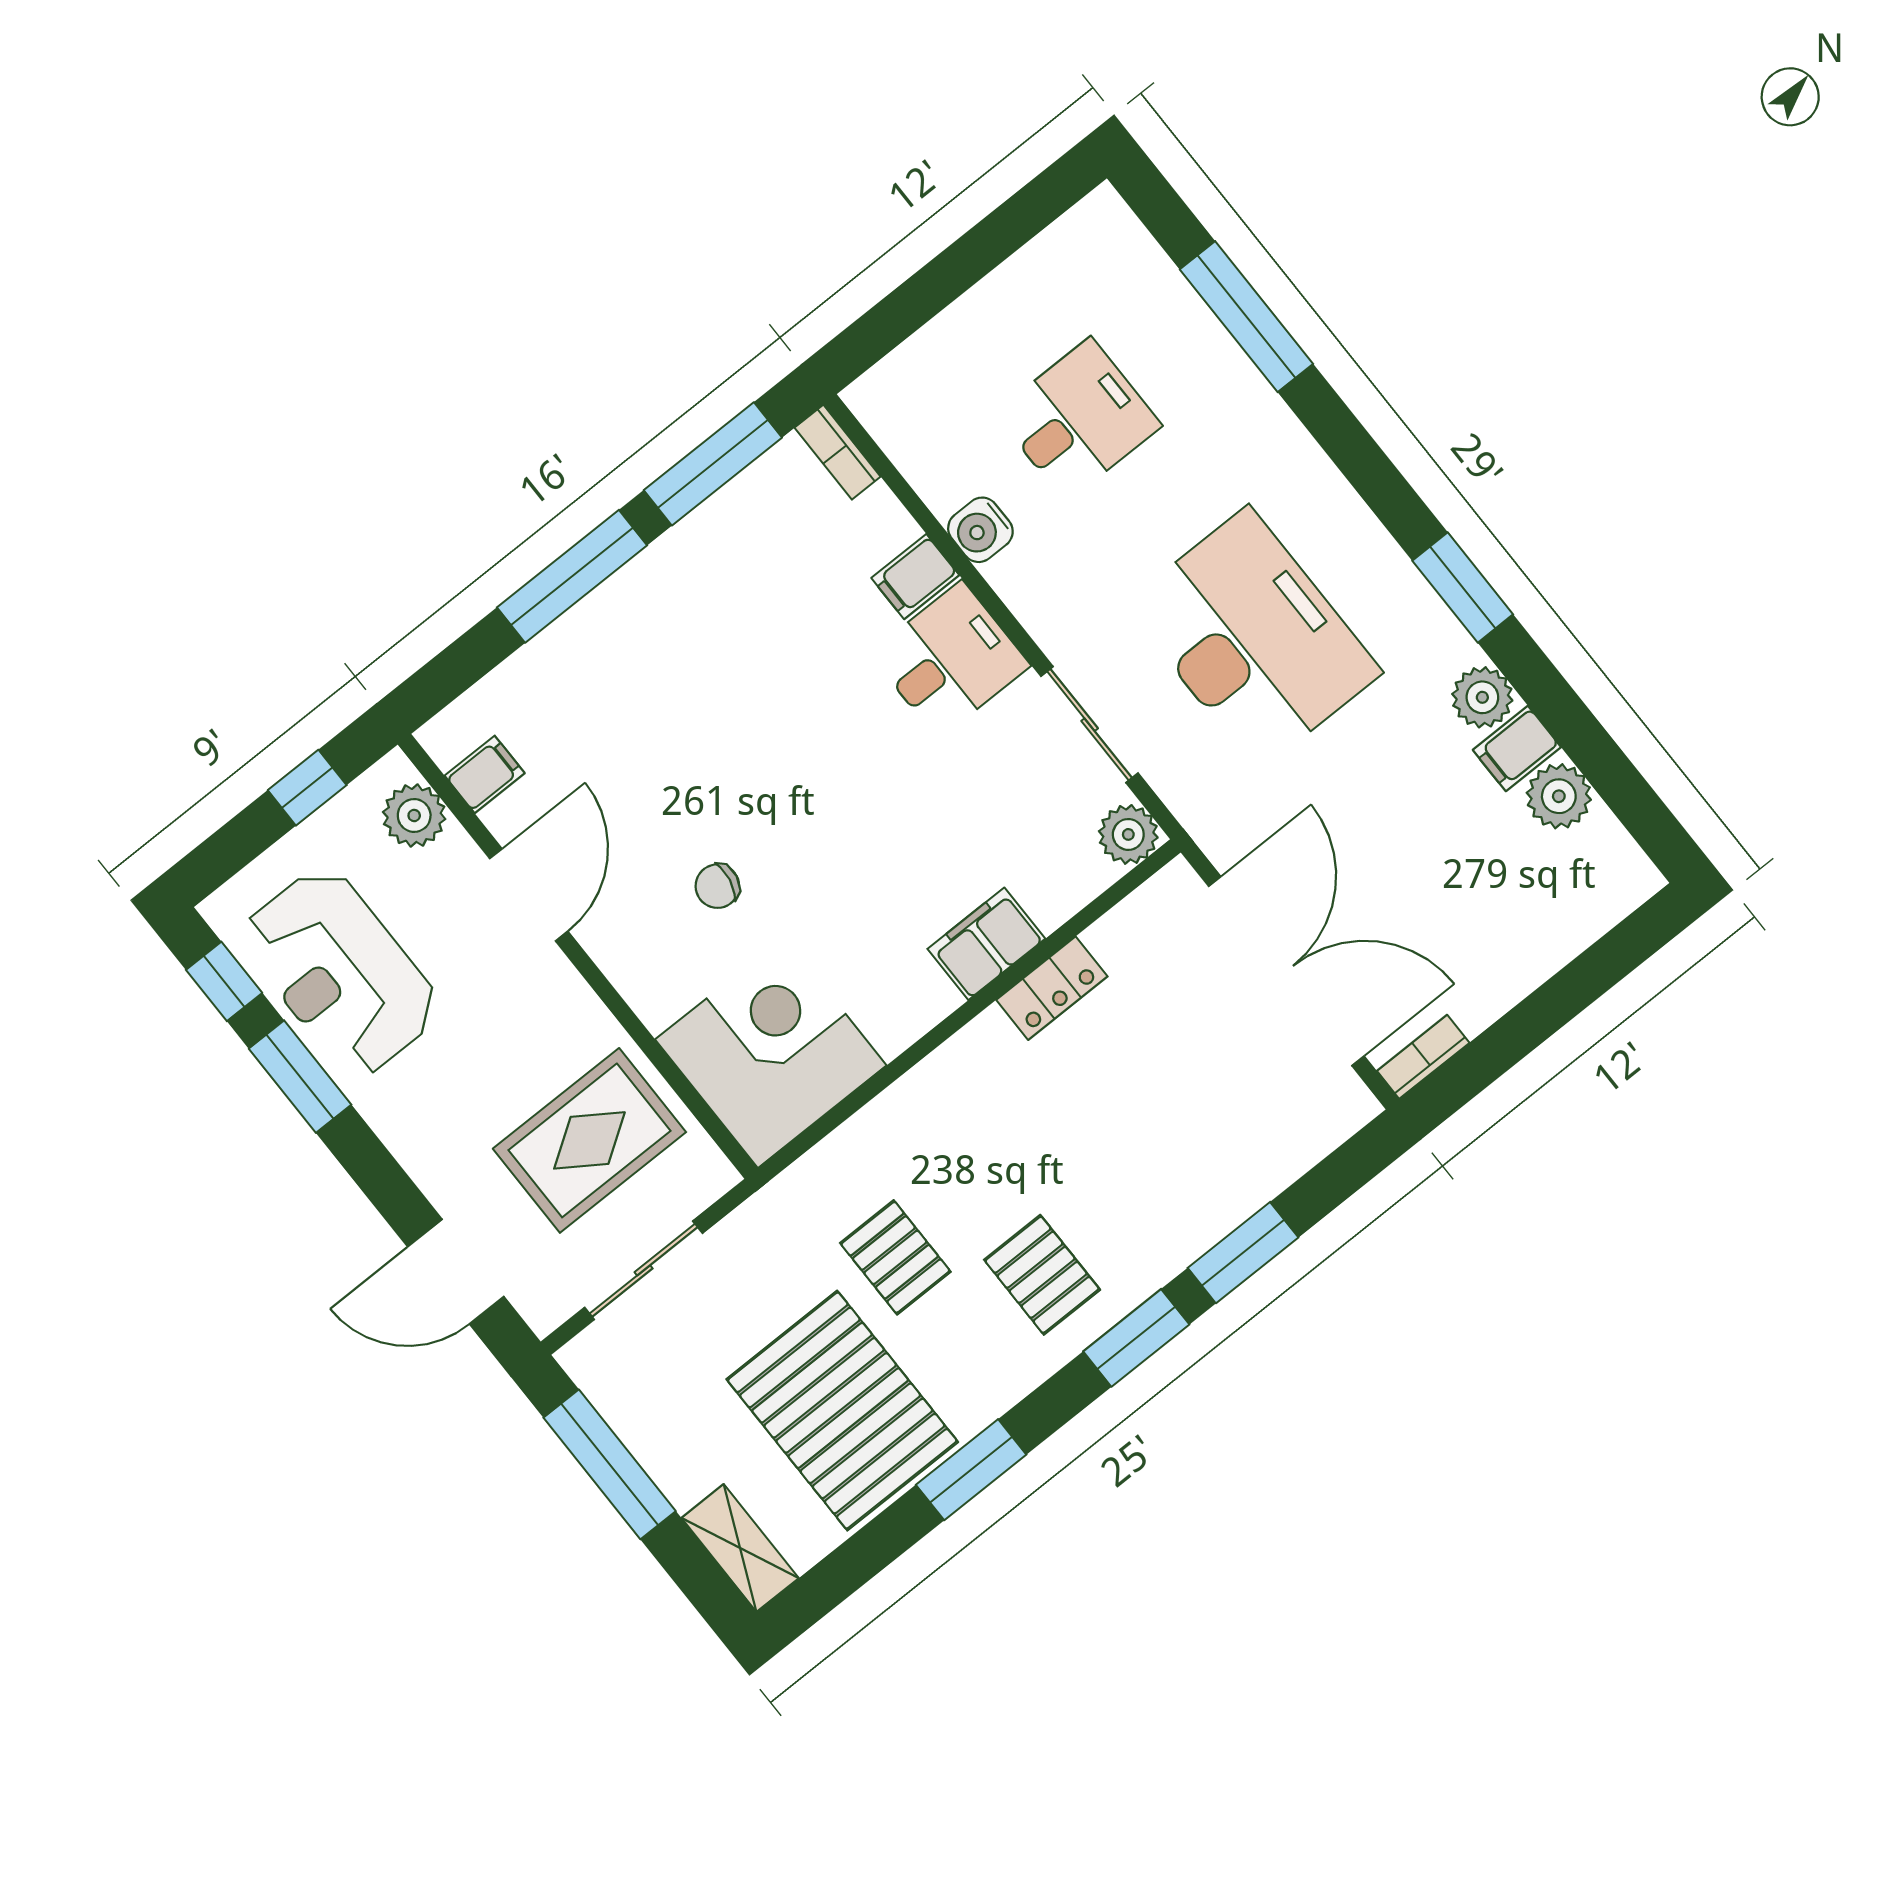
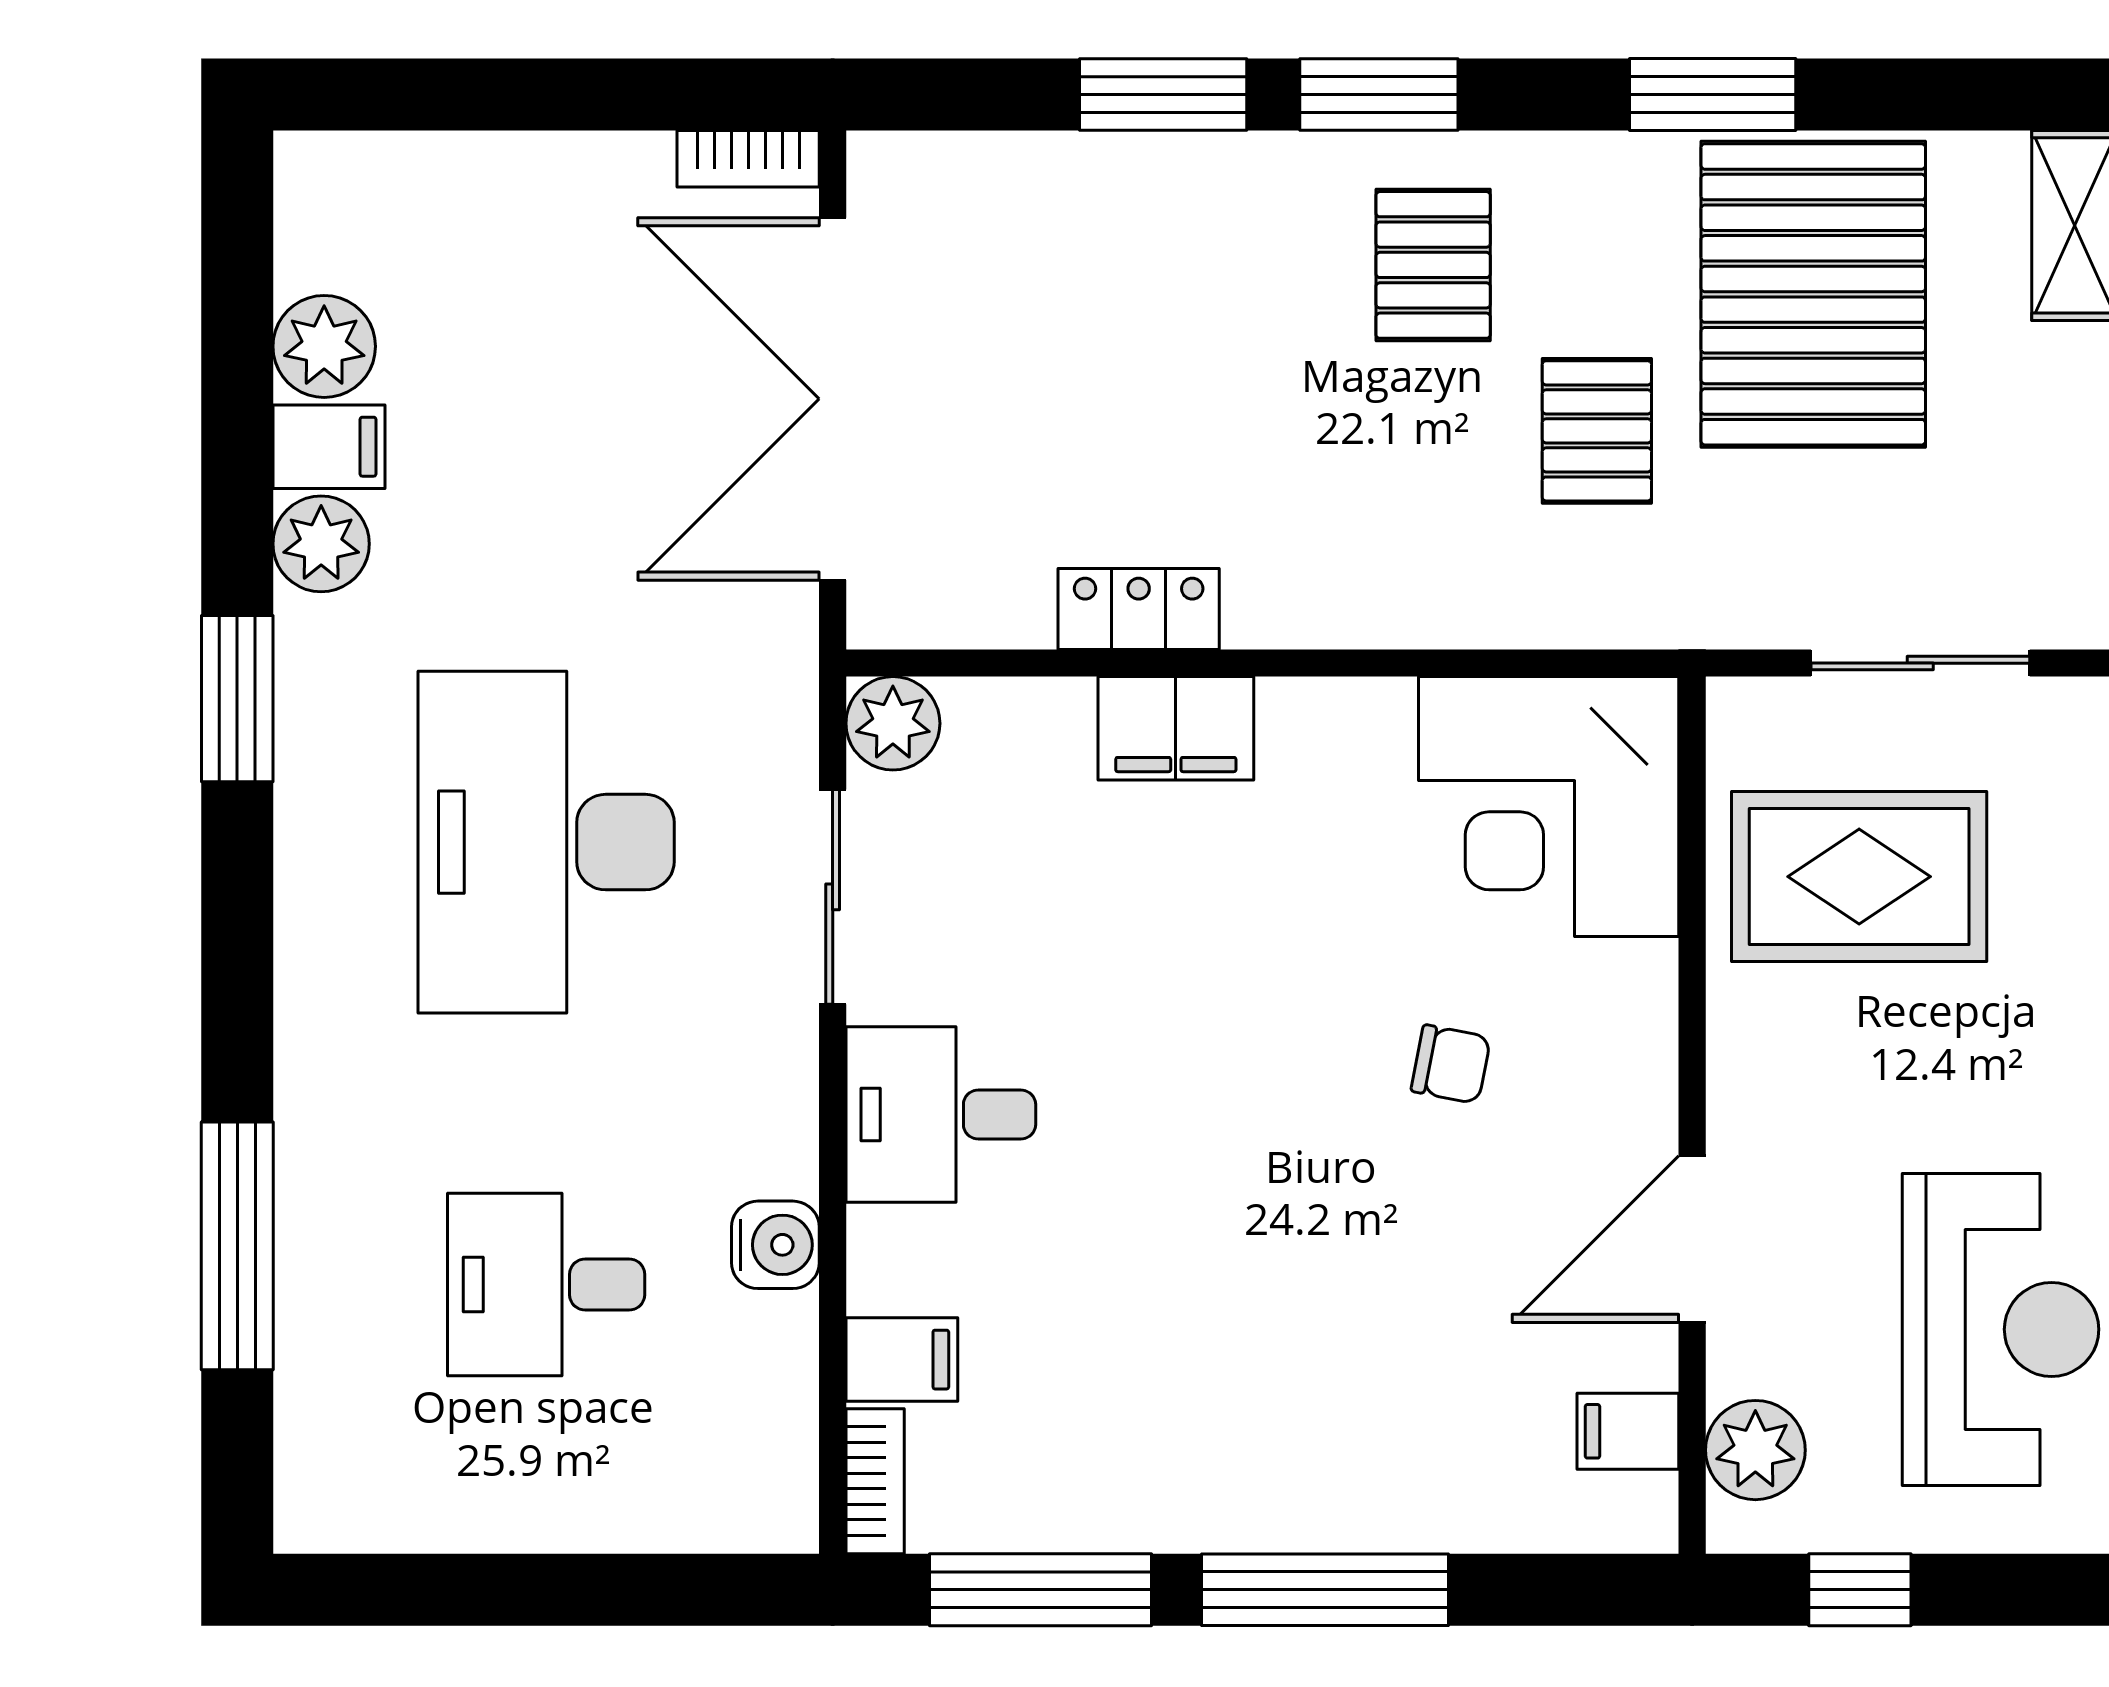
filing cabinet: (915, 577) -> (902, 1360), moved

